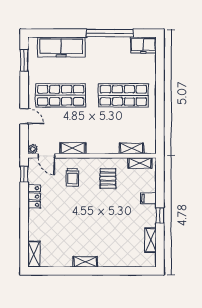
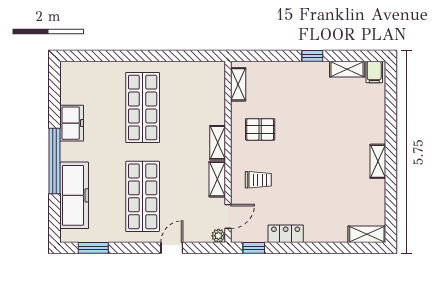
window: (110, 33) -> (55, 161), moved
freezer: (143, 45) -> (72, 123), moved
shelving: (132, 148) -> (218, 143), moved
filing cabinet: (148, 198) -> (374, 72), moved

